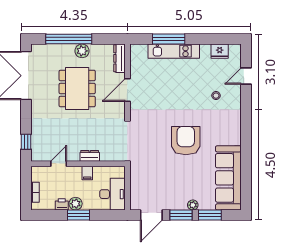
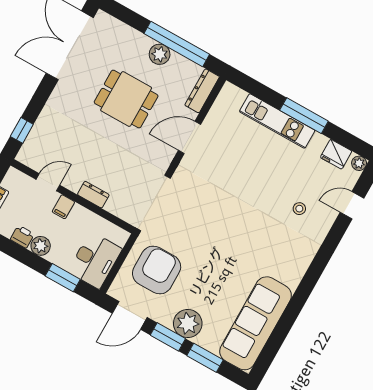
window: (69, 39) -> (177, 44), moved
window: (169, 39) -> (304, 116), moved
plant: (236, 49) -> (359, 163), added
dining table: (77, 88) -> (126, 99), width x0.73
armchair: (186, 141) -> (157, 270), moved
filing cabinet: (87, 173) -> (63, 207), moved
plant: (193, 205) -> (188, 323), width x1.88, depth x1.88
window: (78, 215) -> (63, 278), moved

